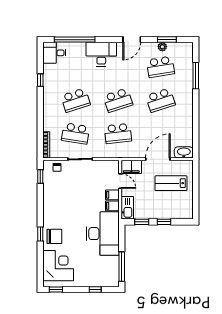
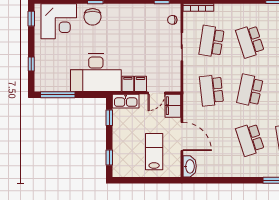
school desk: (118, 100) -> (250, 90), turned 30
window: (164, 222) -> (109, 158), moved

